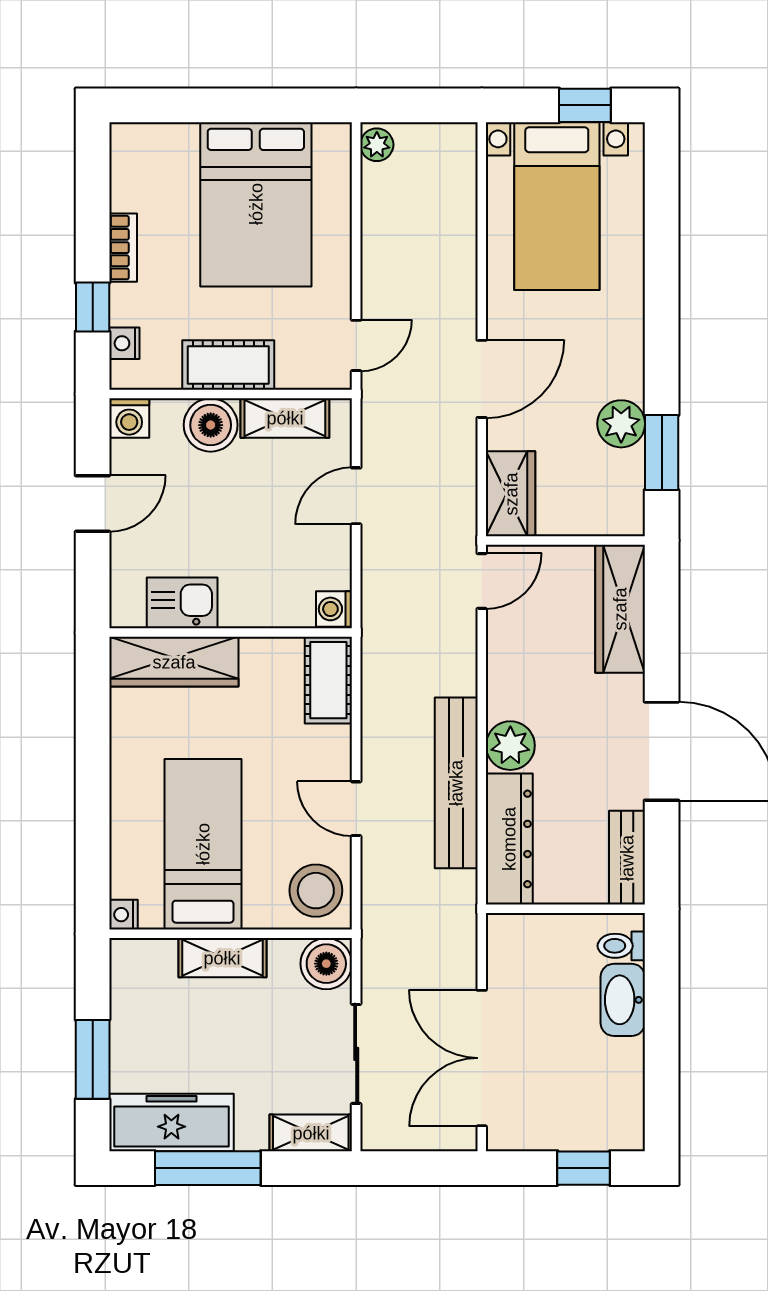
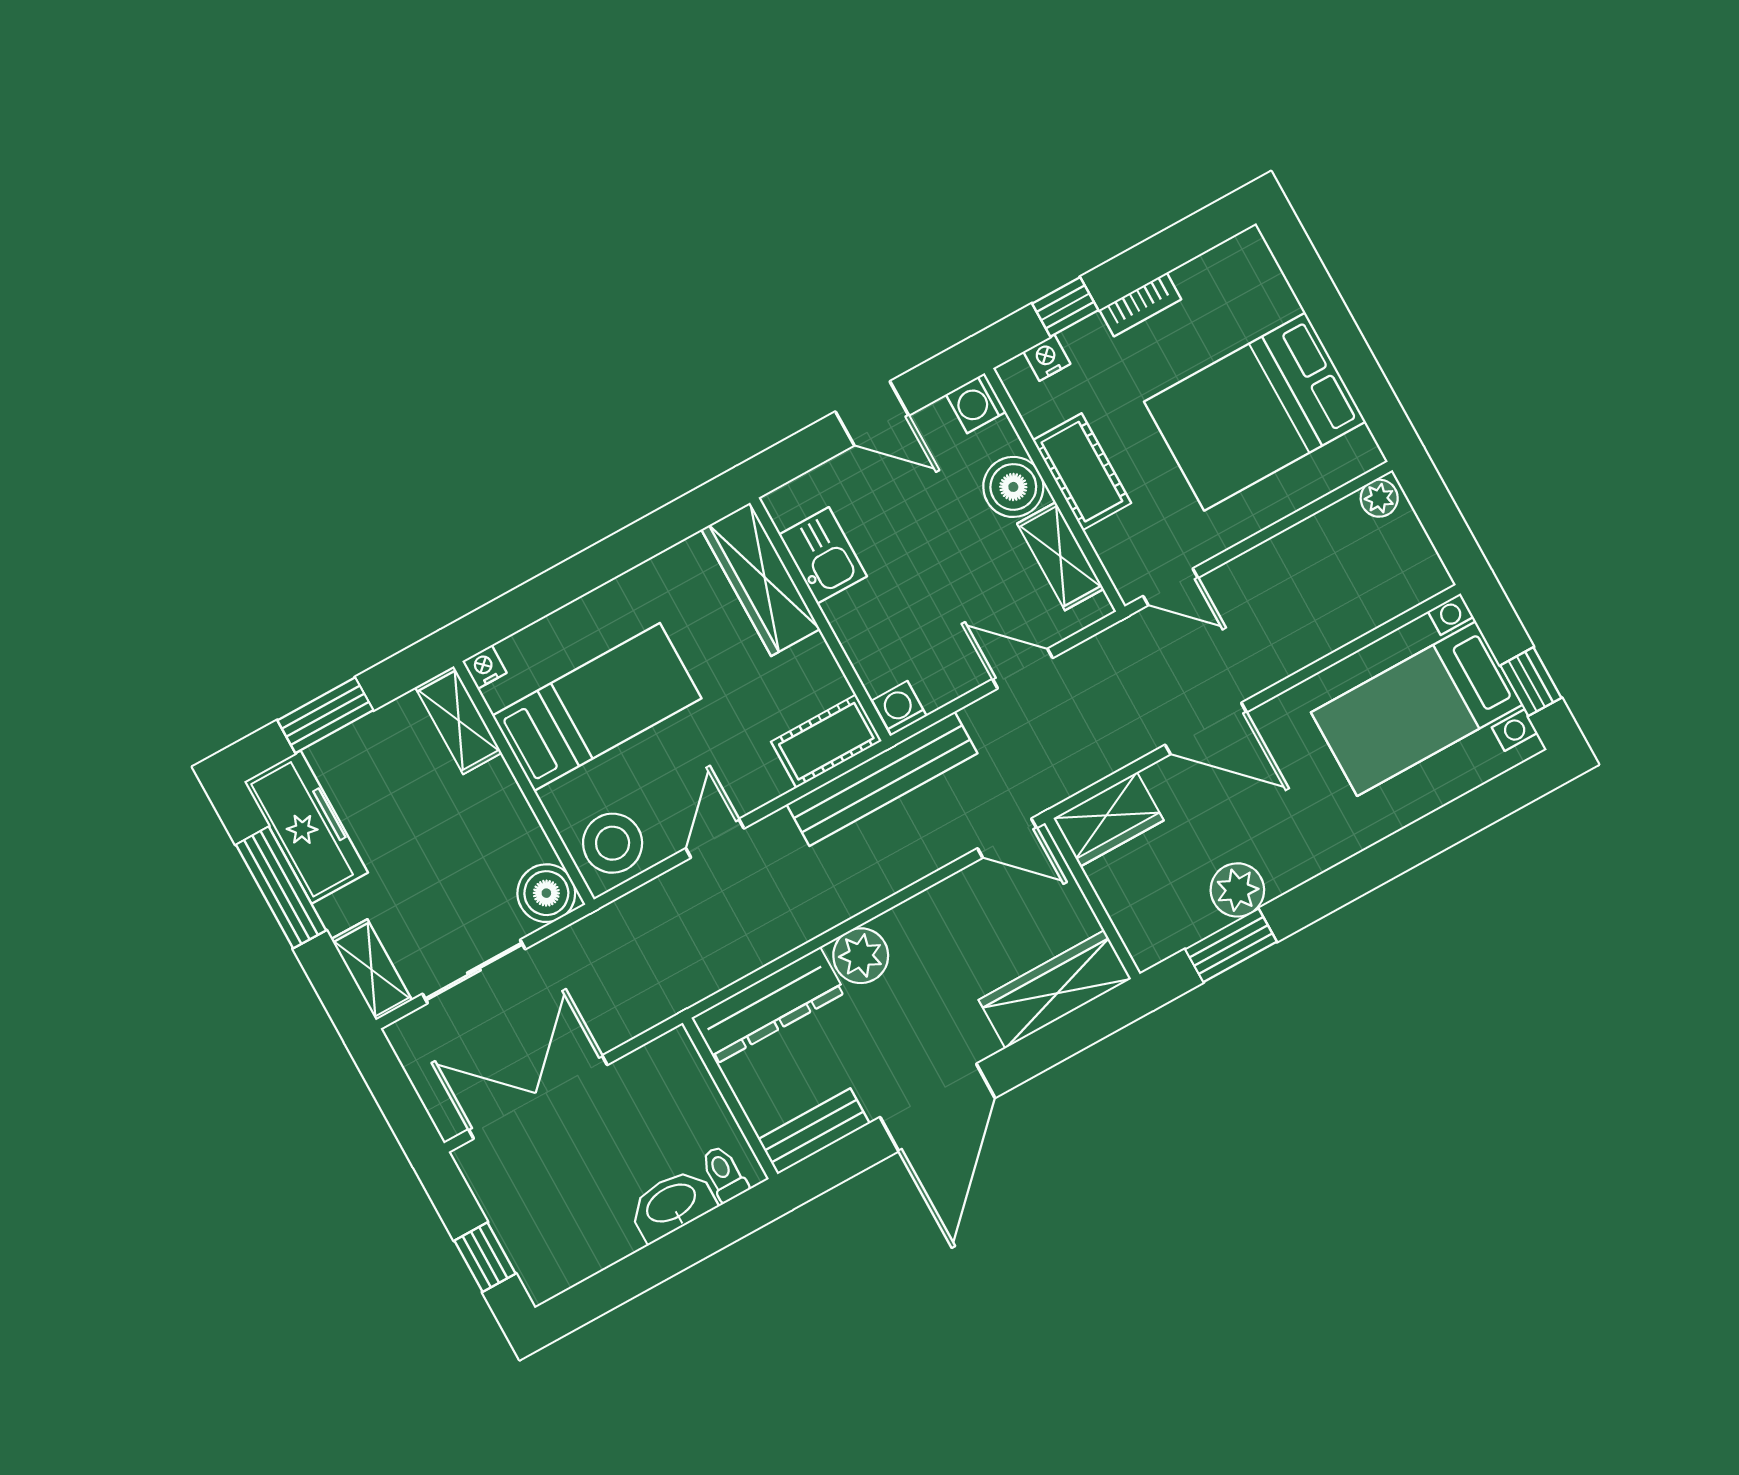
bench: (456, 783) -> (882, 779), moved
shelving: (222, 958) -> (459, 720), moved

